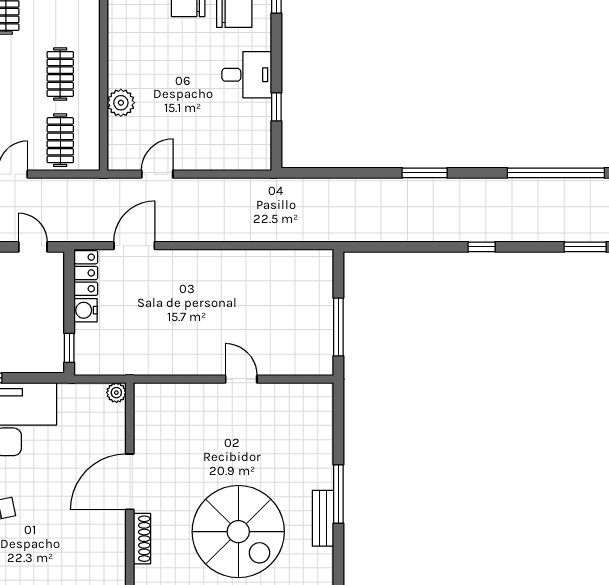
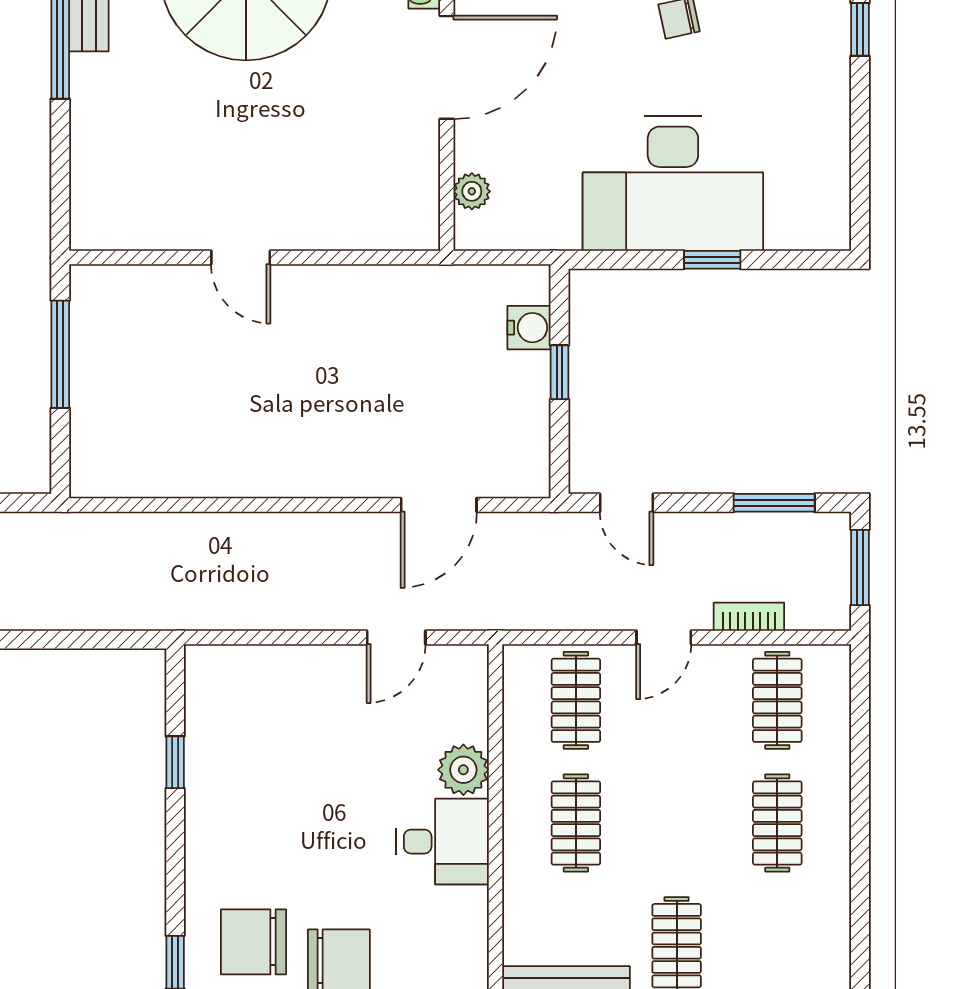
desk: (247, 75) -> (443, 842), moved, turned 180
locker: (86, 273) -> (528, 454), removed
water cooler: (86, 310) -> (529, 328), moved
window: (69, 348) -> (559, 372), moved
plant: (116, 393) -> (472, 191), moved

